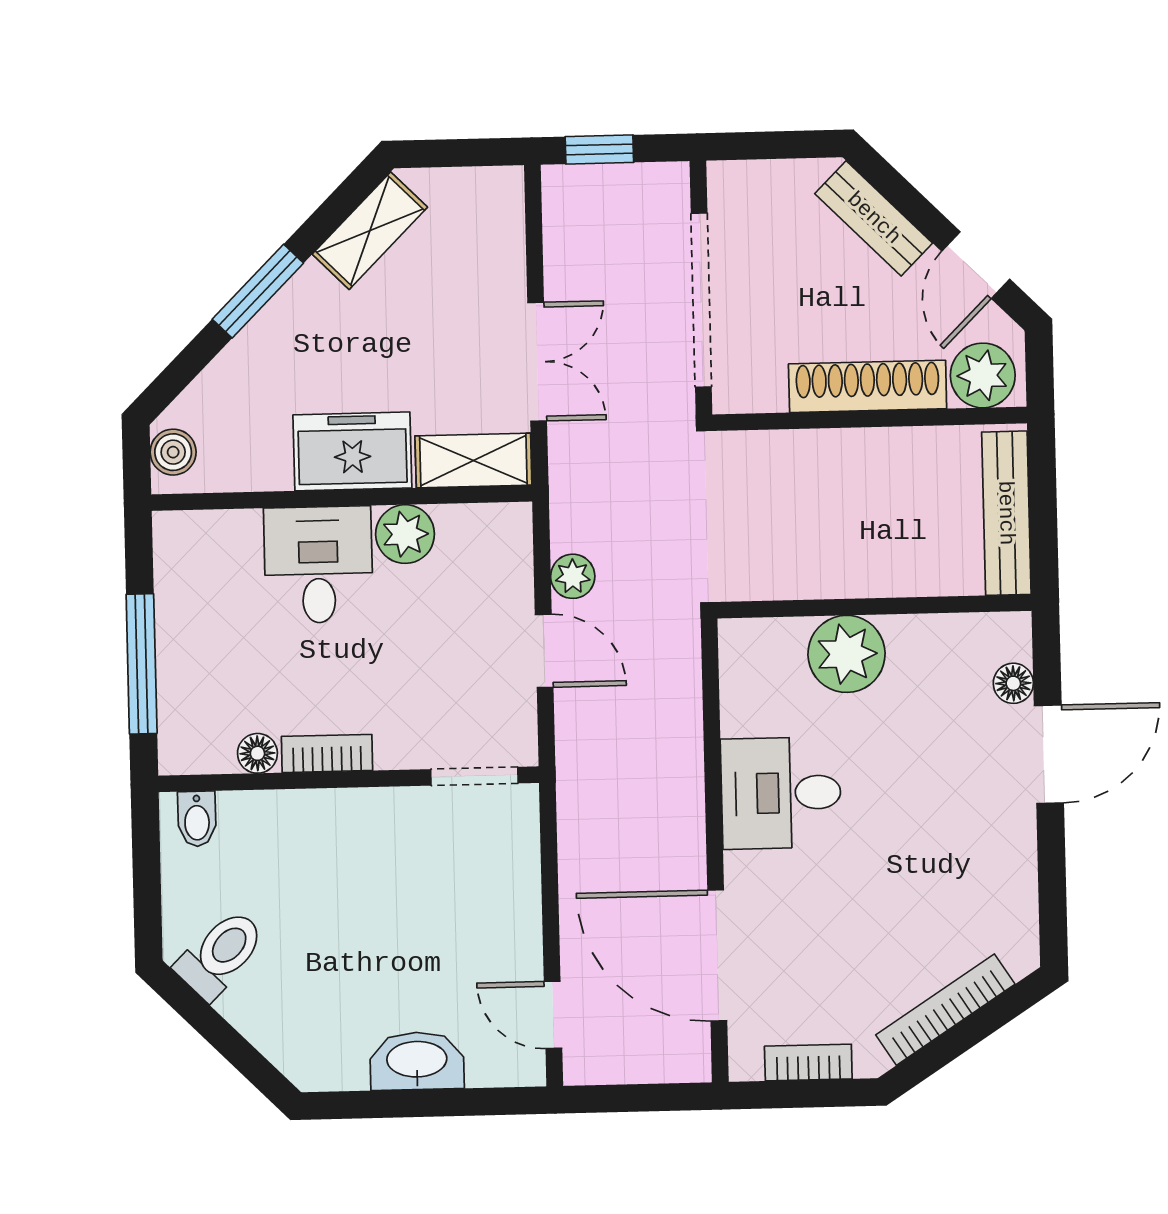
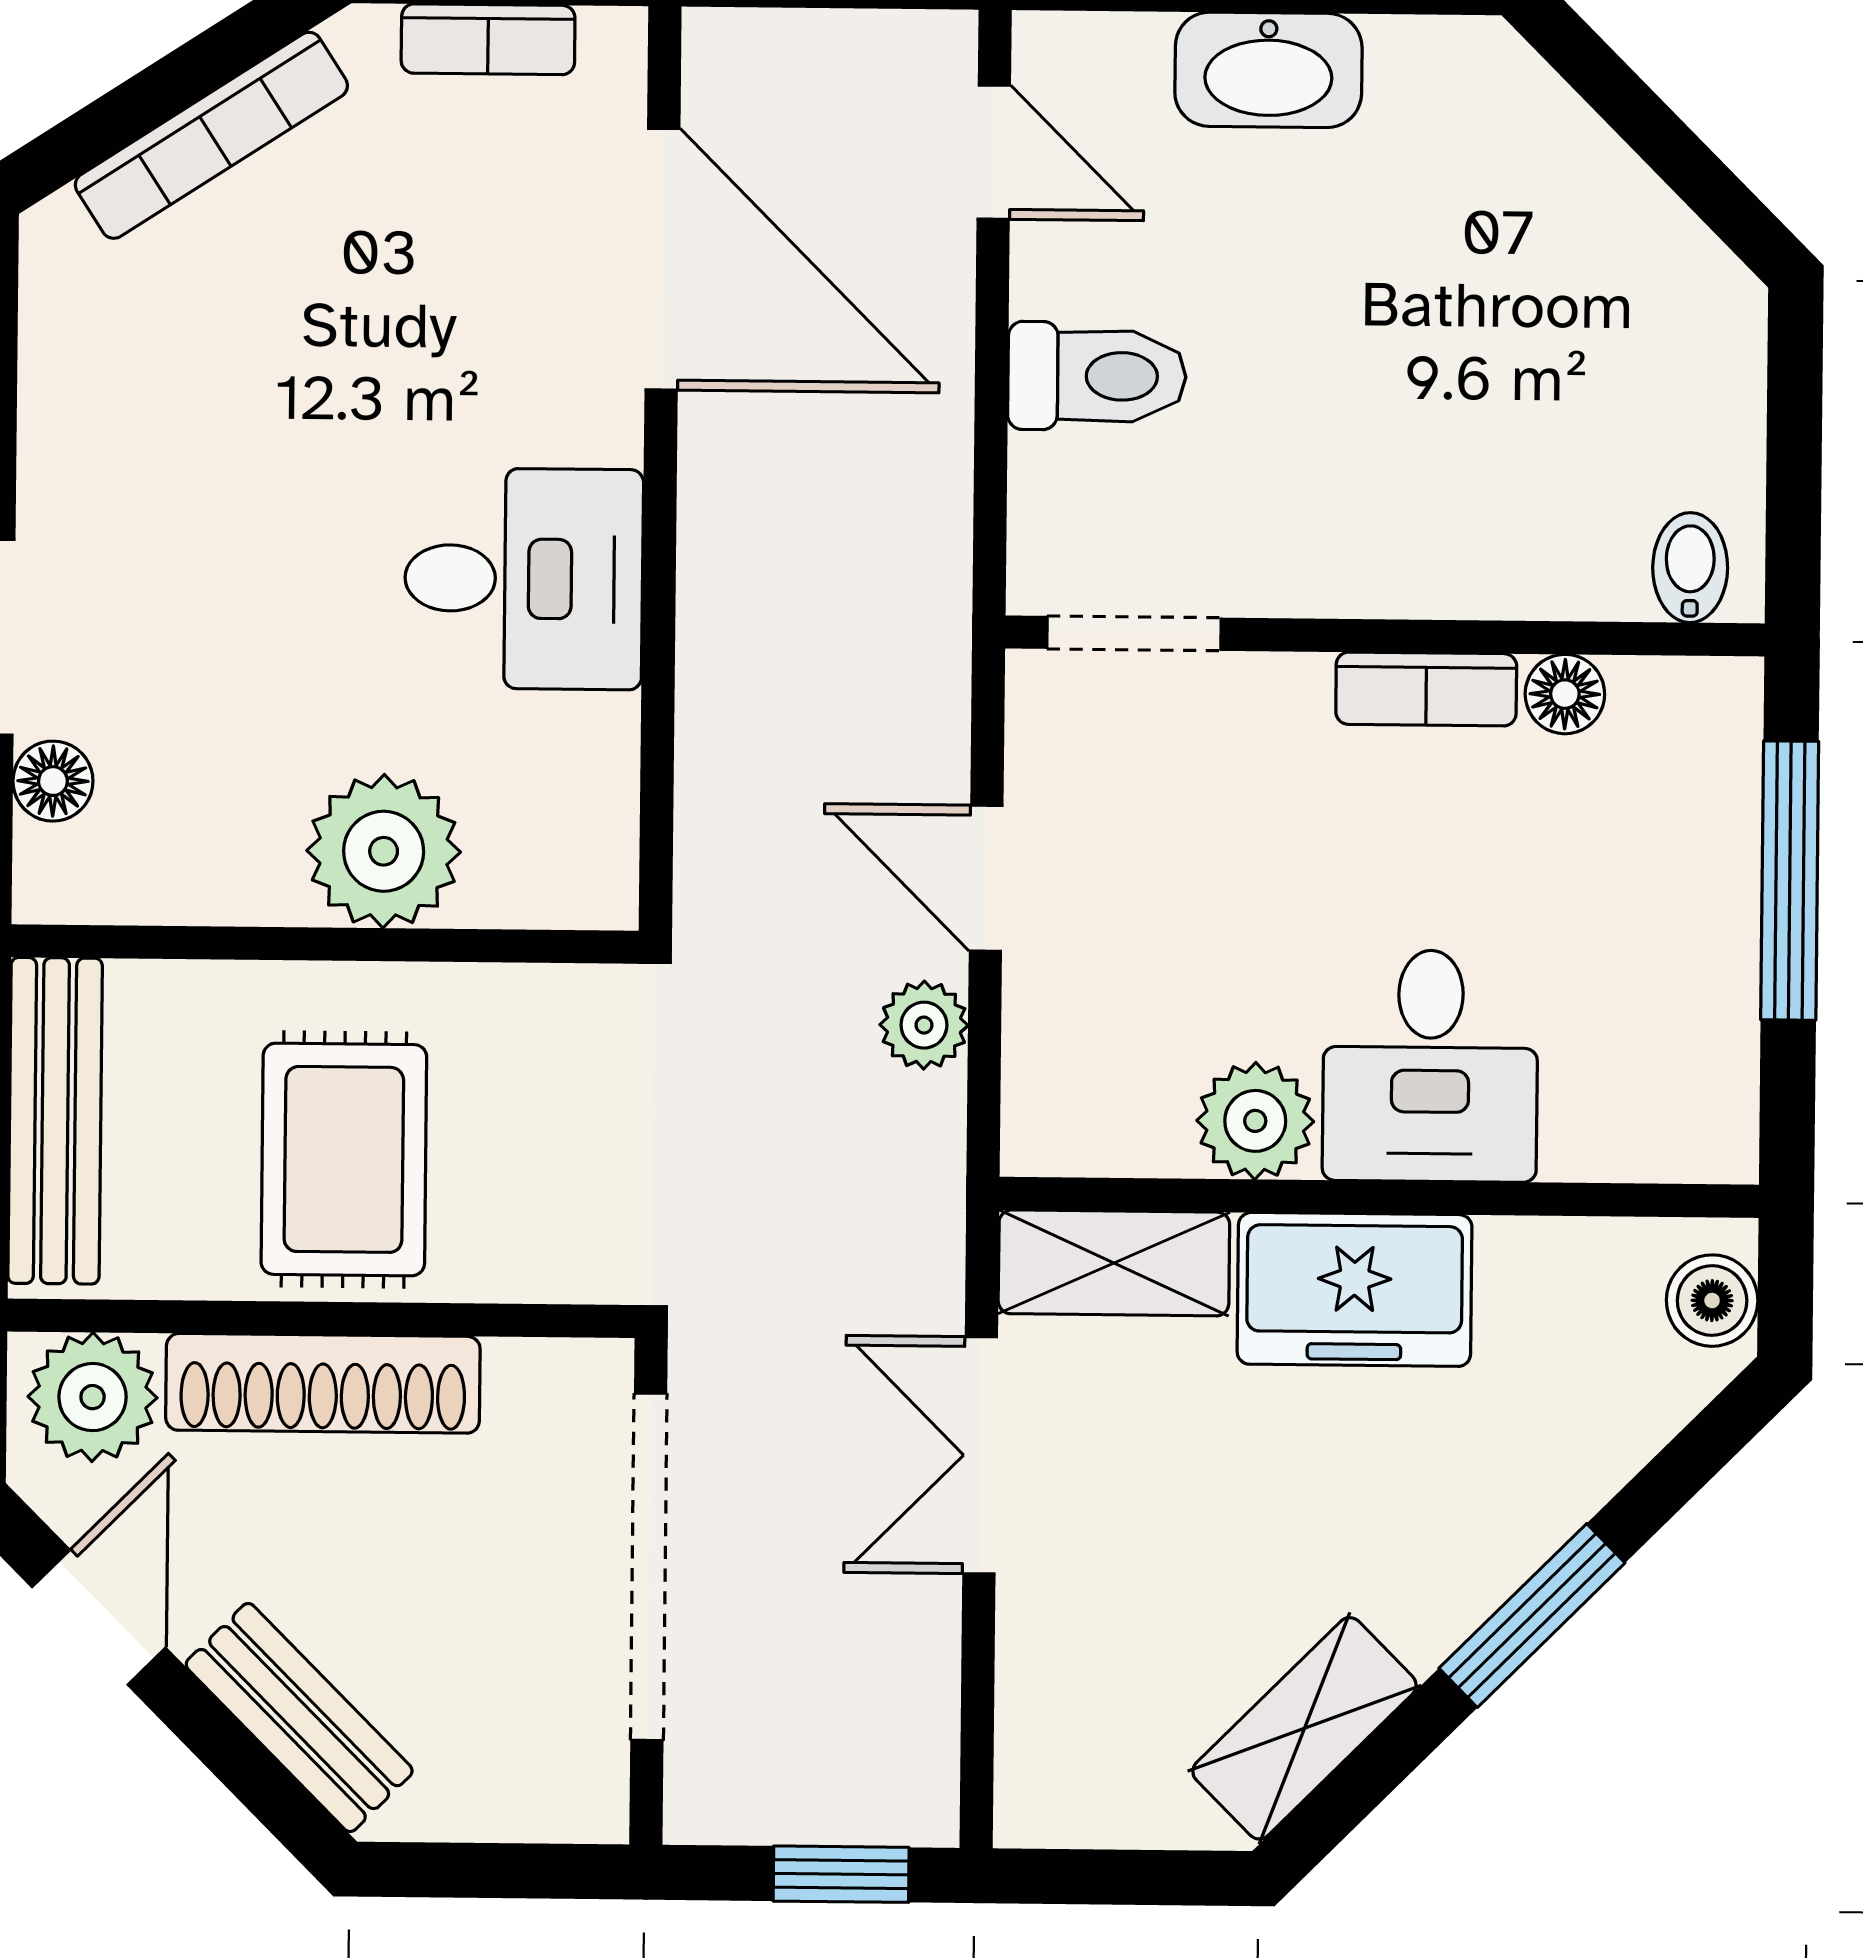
rug: (861, 499) -> (344, 1159), added
toilet: (221, 954) -> (1097, 376), moved, turned -135

